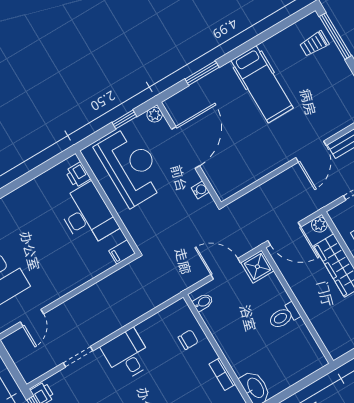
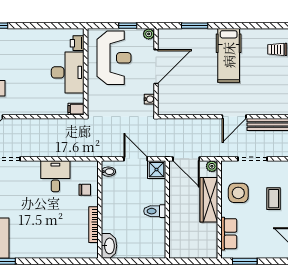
desk: (127, 355) -> (55, 176), moved
bookcase: (222, 374) -> (93, 225), width x1.56

